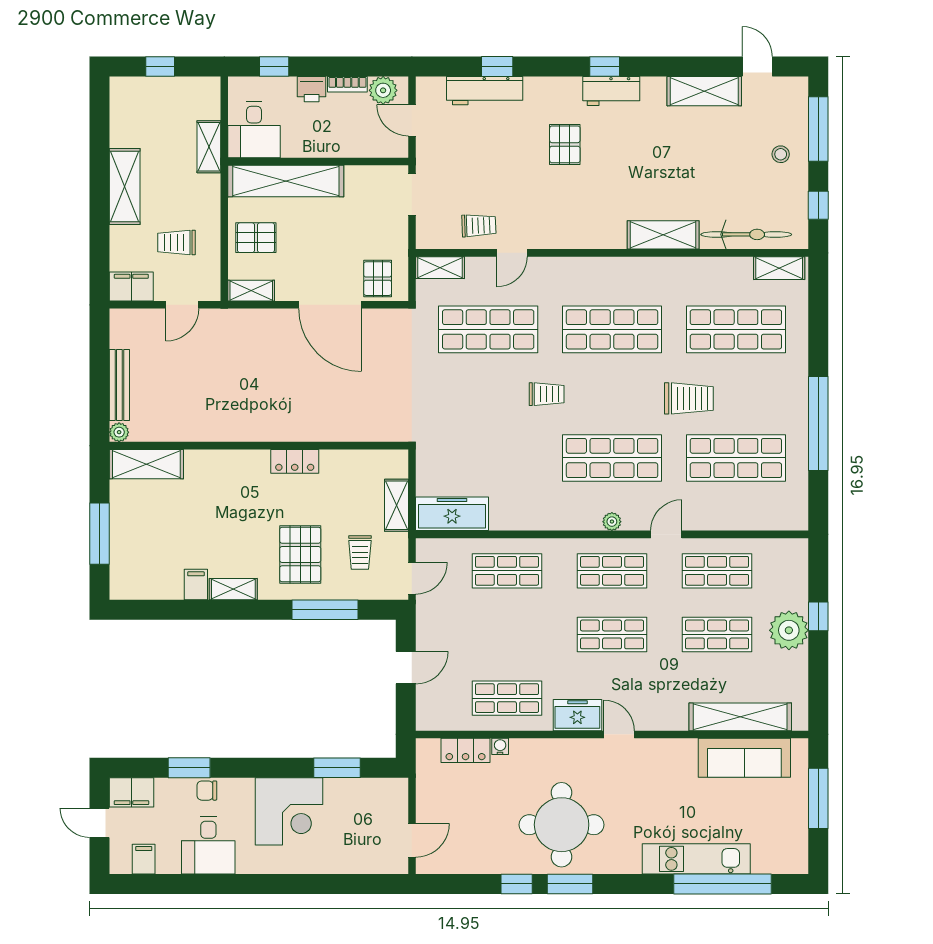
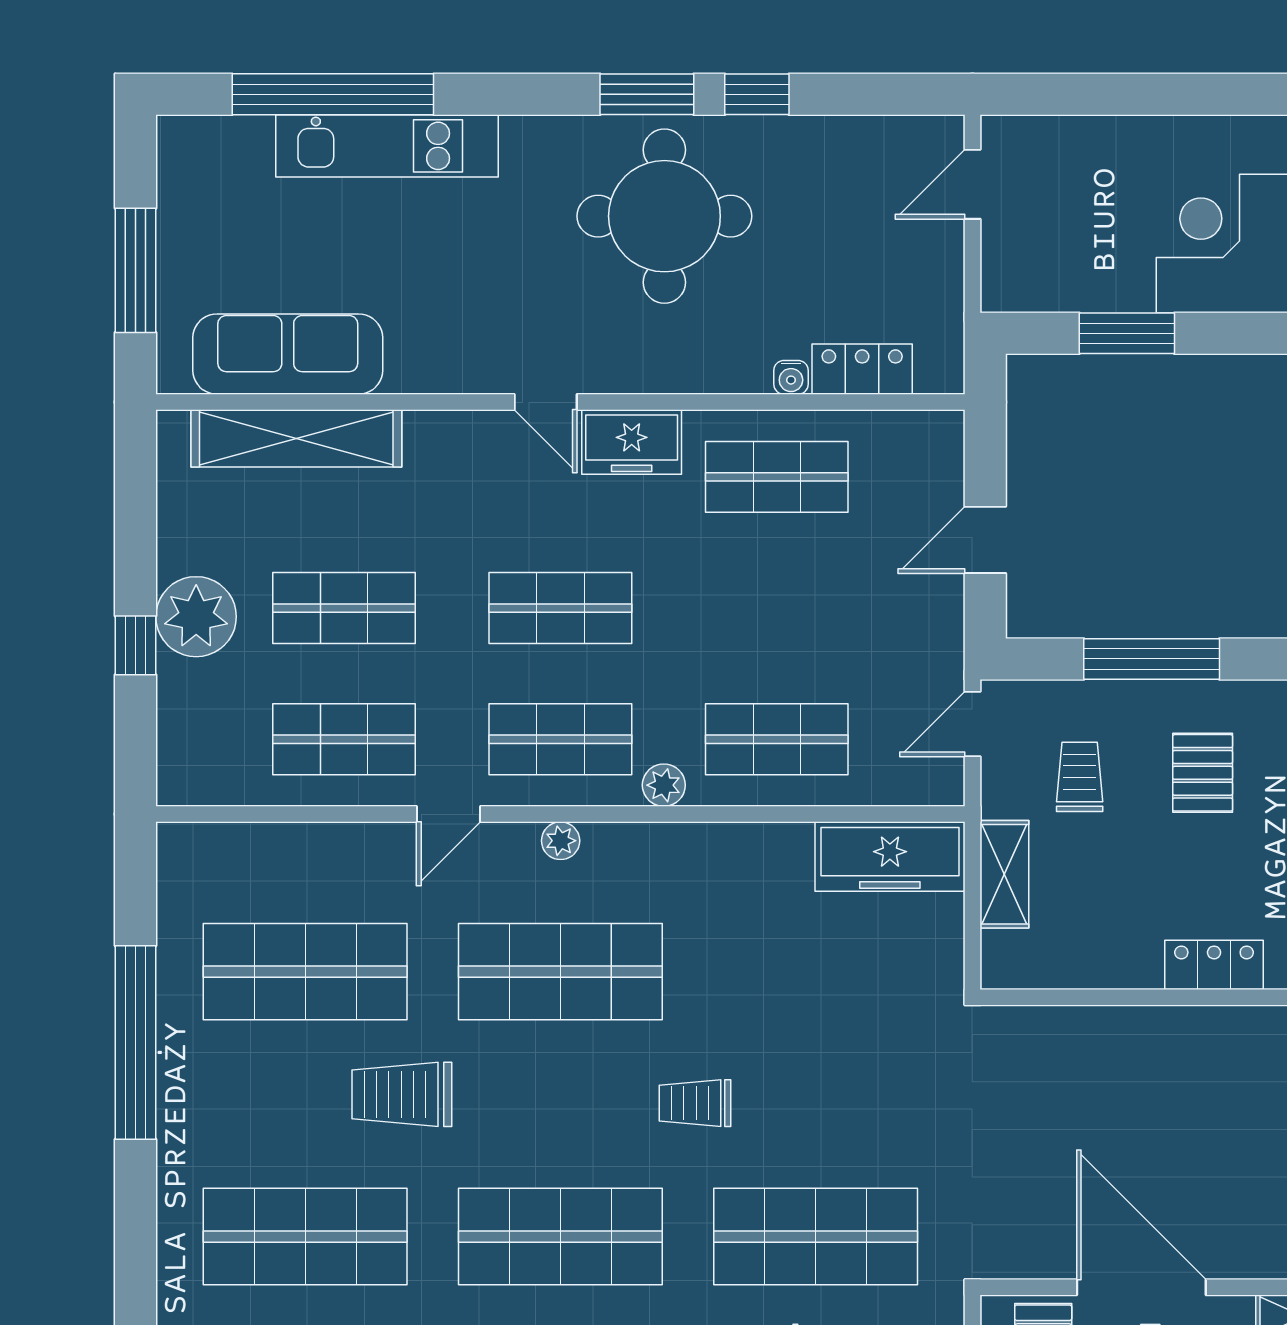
plant: (562, 549) -> (664, 785), added
pallet: (300, 554) -> (1203, 773), width x0.67, depth x0.71

